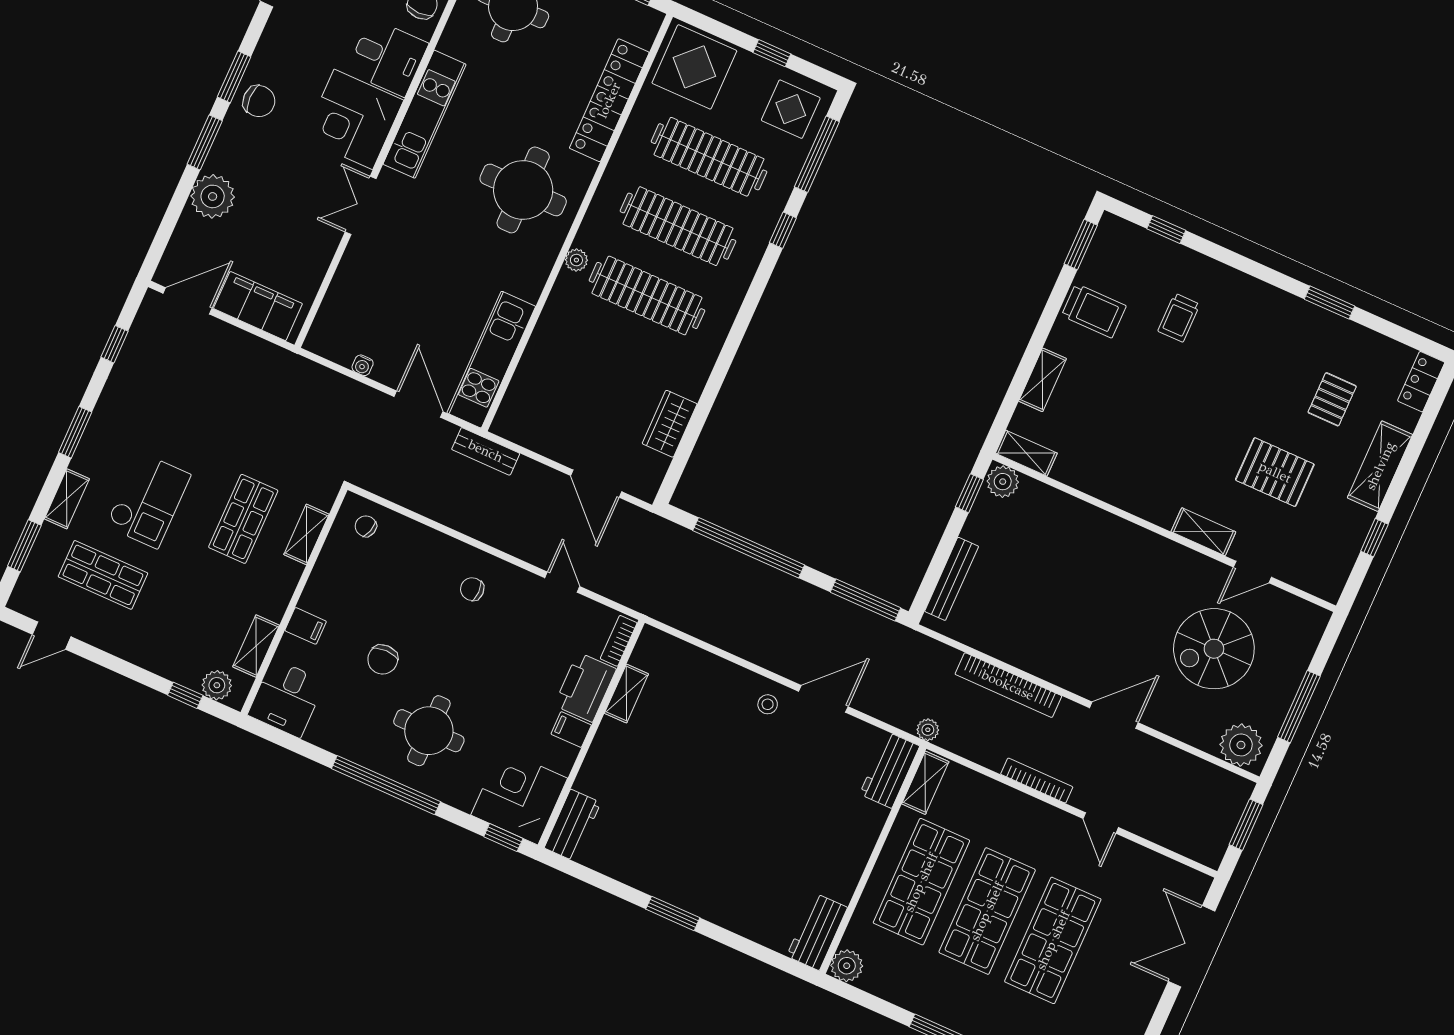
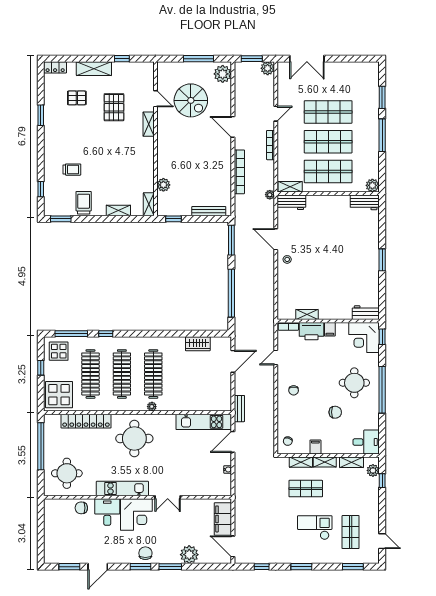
plant: (1003, 482) -> (163, 185), moved
shelving: (67, 499) -> (325, 462), moved
filing cabinet: (306, 626) -> (315, 447), moved
plant: (1209, 850) -> (268, 68), added

